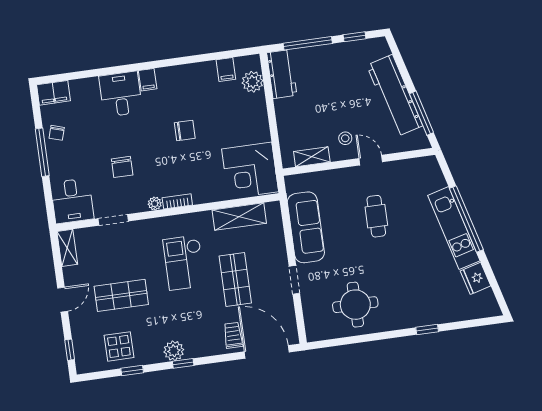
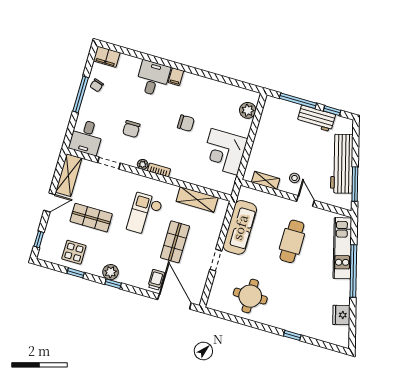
filing cabinet: (226, 70) -> (233, 94), removed
workbench: (282, 74) -> (316, 118), moved, turned 90
corner desk: (250, 170) -> (224, 152), moved
cafe table: (376, 216) -> (292, 241), width x1.37, depth x1.35
kitchen unit: (454, 228) -> (342, 248), moved
shelving: (67, 248) -> (69, 175), width x1.50, depth x1.33

